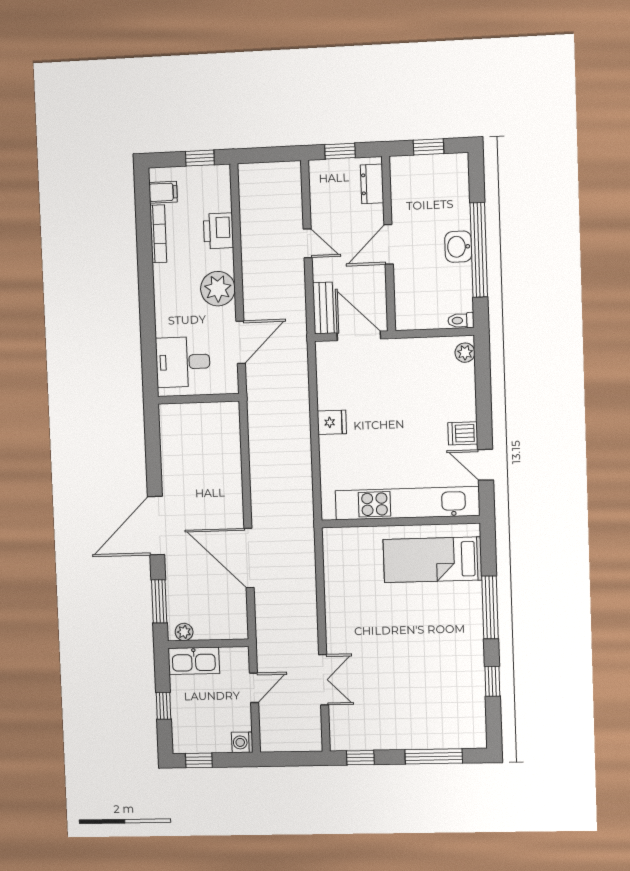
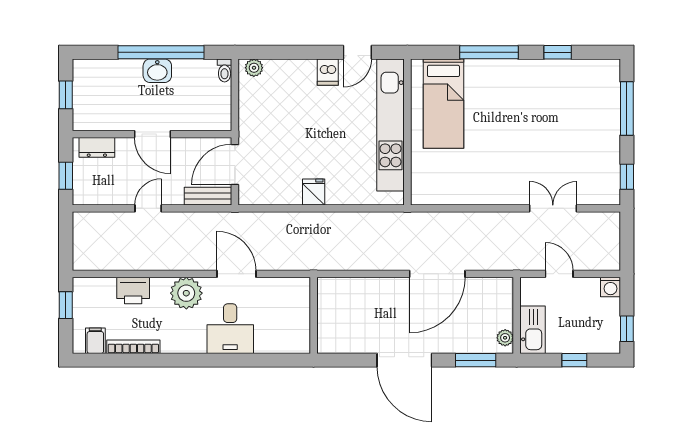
desk: (183, 362) -> (230, 329), moved
wall: (198, 399) -> (314, 315), moved

